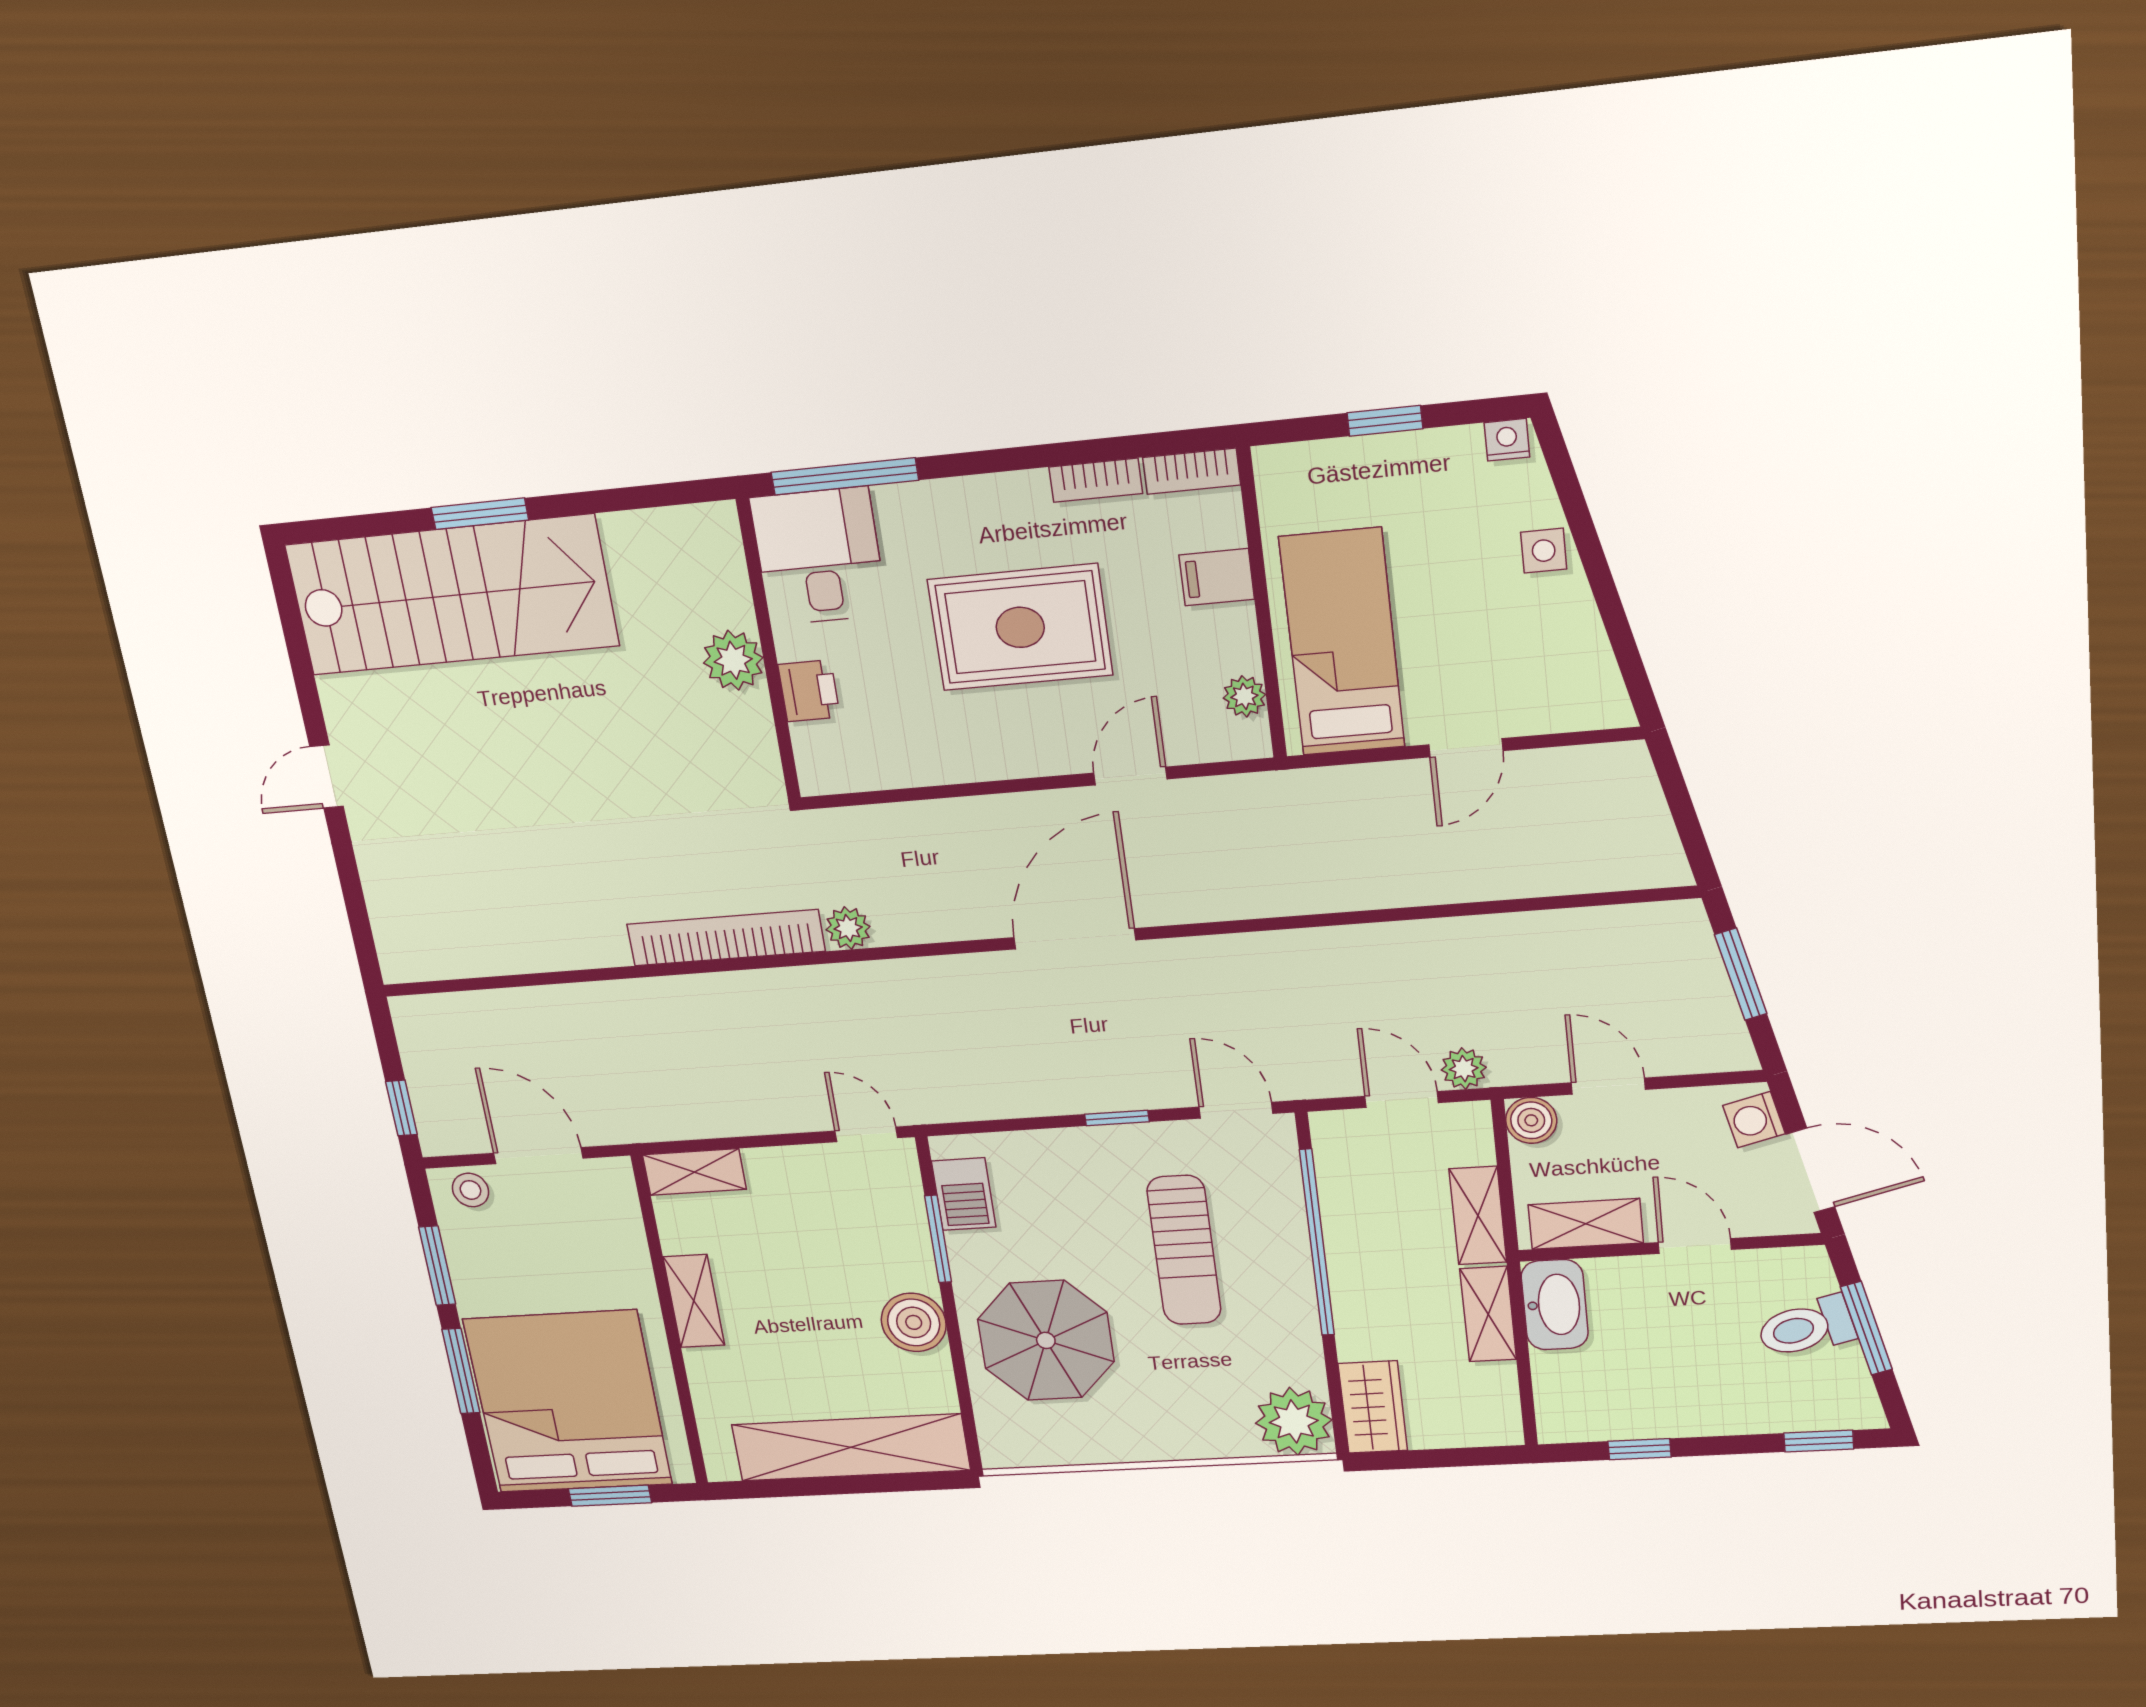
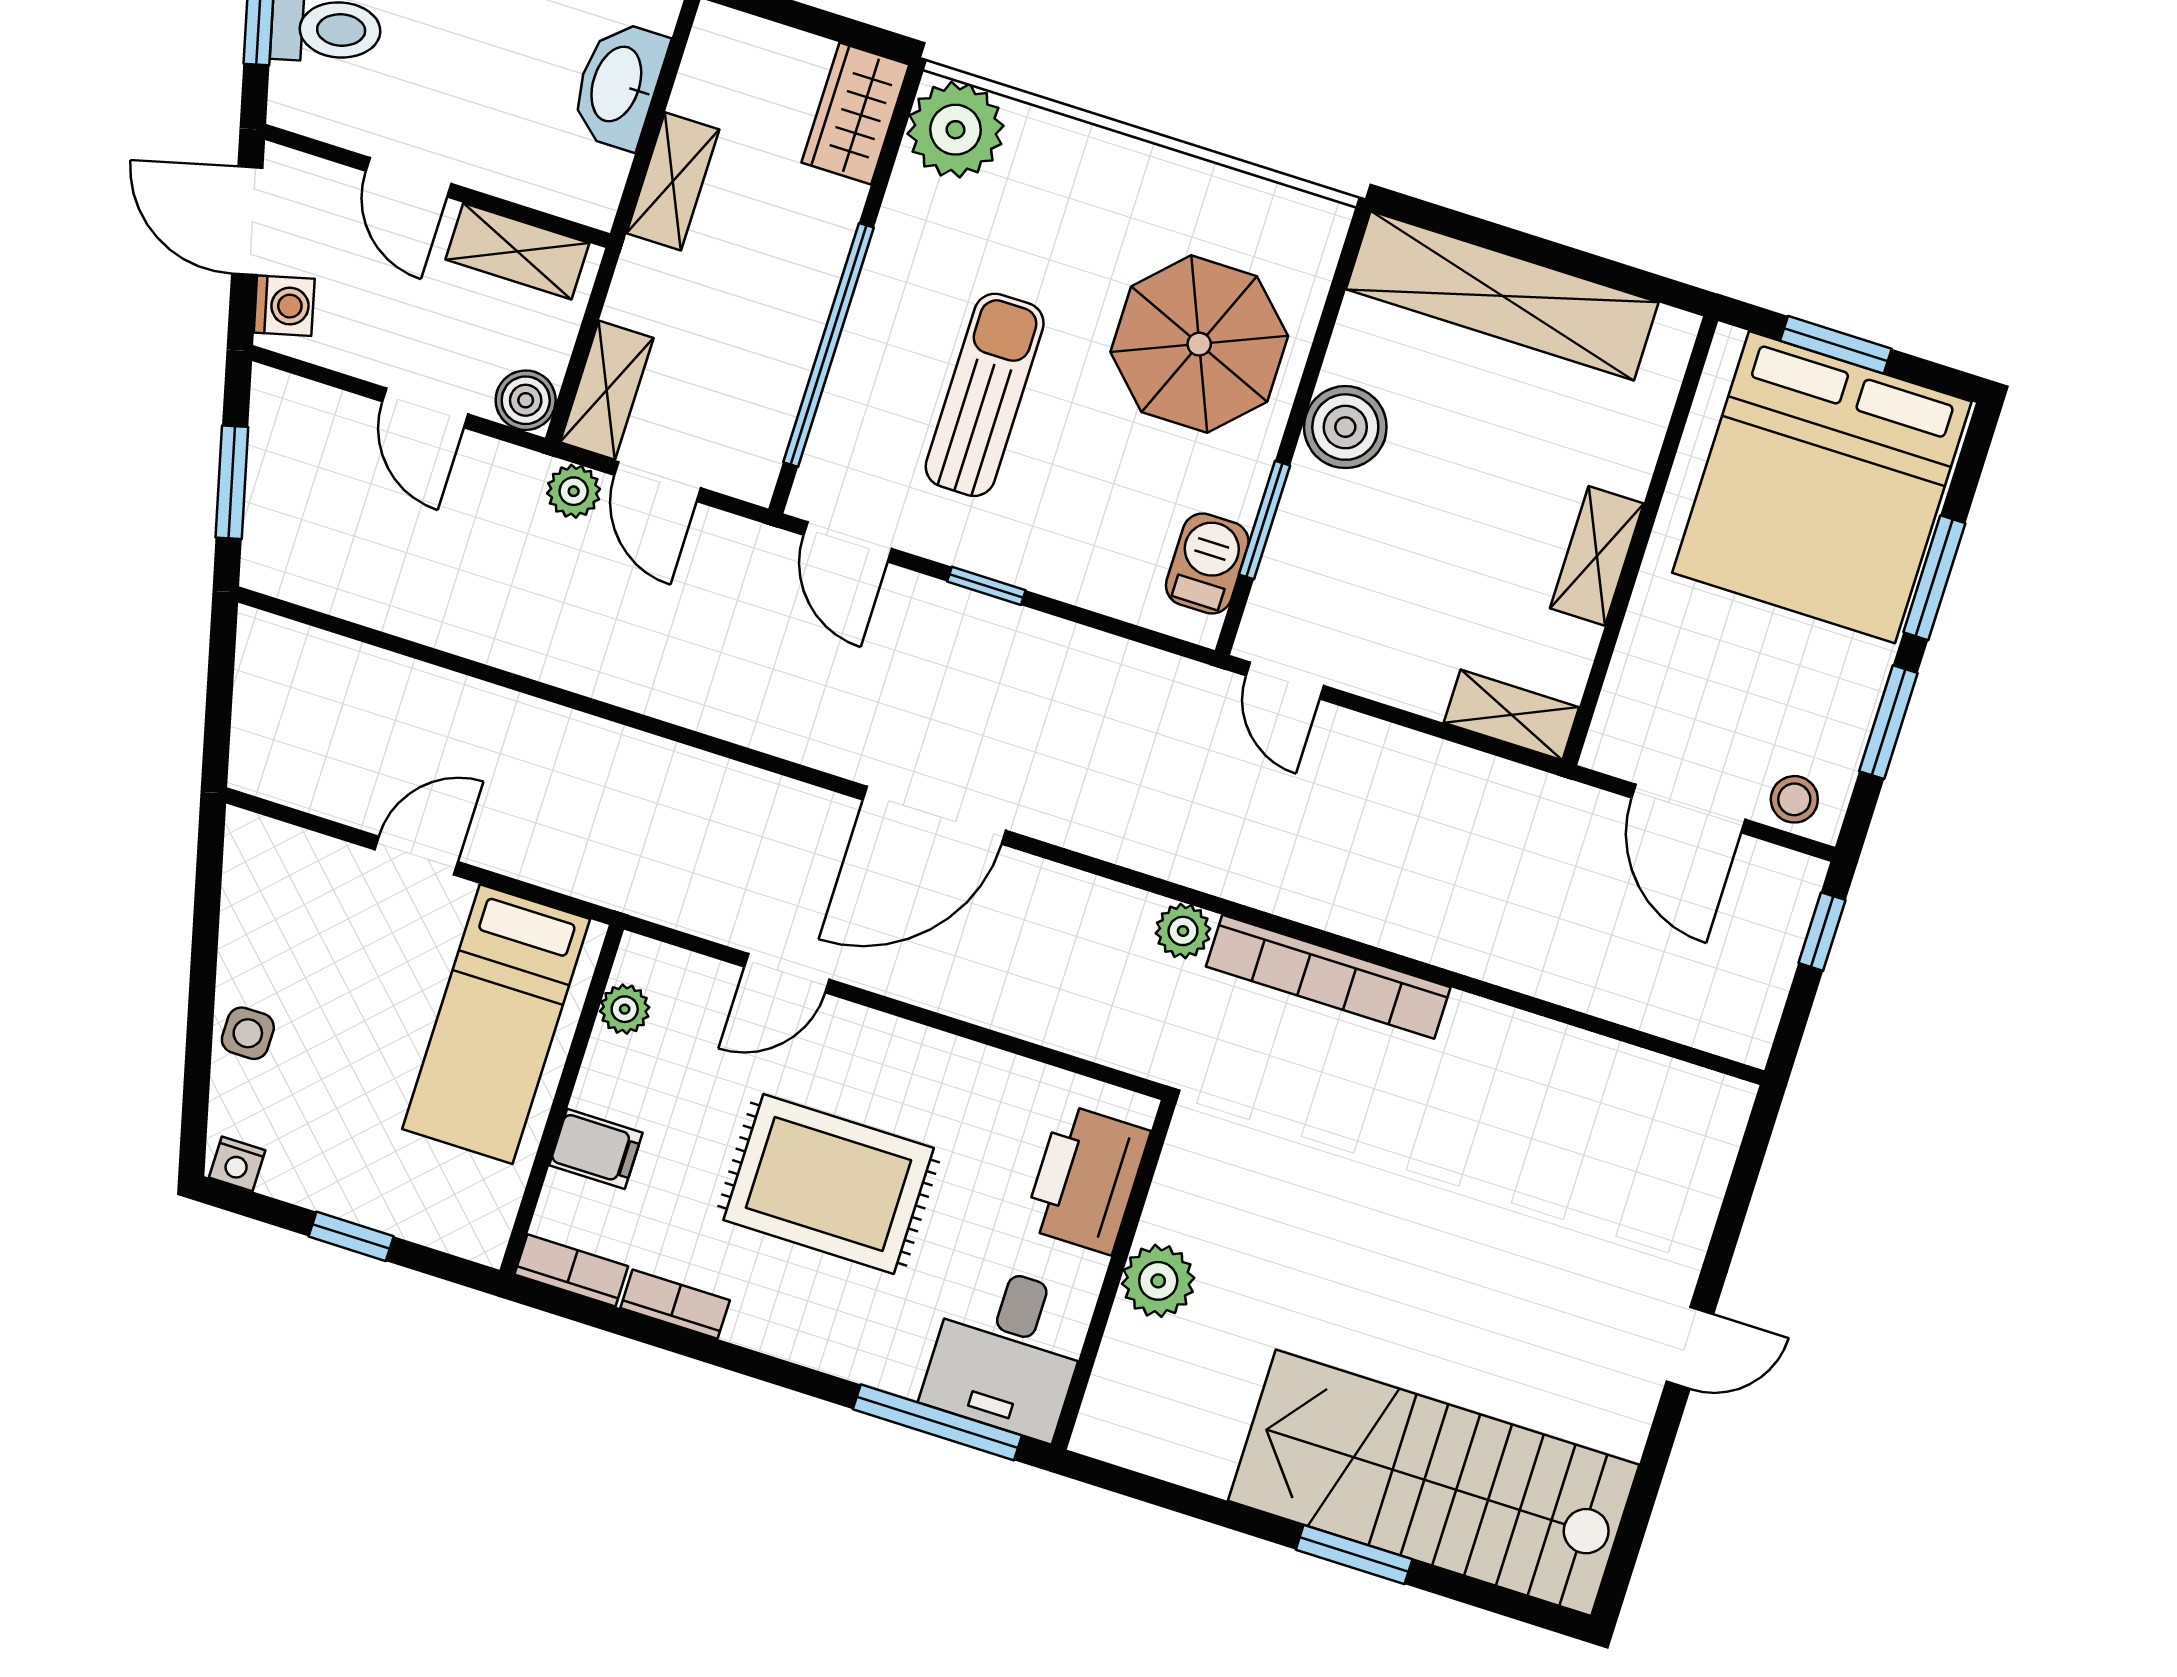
printer: (809, 691) -> (1087, 1179), width x1.87, depth x1.48
shelving: (1478, 1216) -> (607, 390), moved
washbasin: (1555, 1305) -> (618, 85), moved

